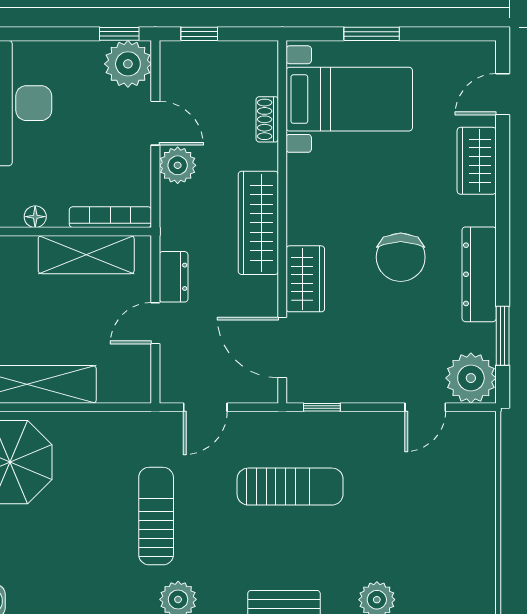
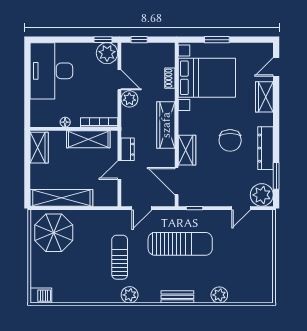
bed with nightstands: (349, 99) -> (207, 78), width x1.36
sun lounger: (290, 487) -> (180, 244), width x1.36, depth x1.34

